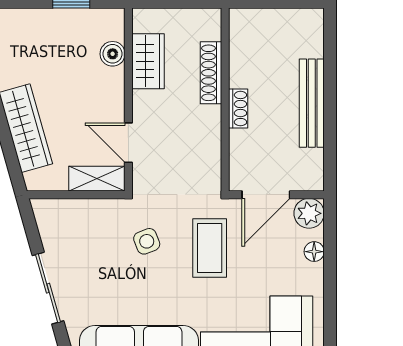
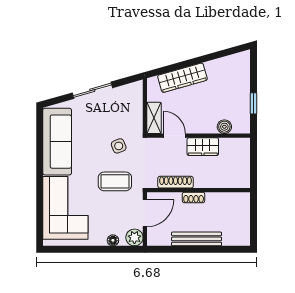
wardrobe: (148, 61) -> (203, 147), moved
shoe rack: (211, 73) -> (176, 182), moved
door: (128, 143) -> (174, 136), hinge flipped
door: (266, 195) -> (145, 213), swing flipped

